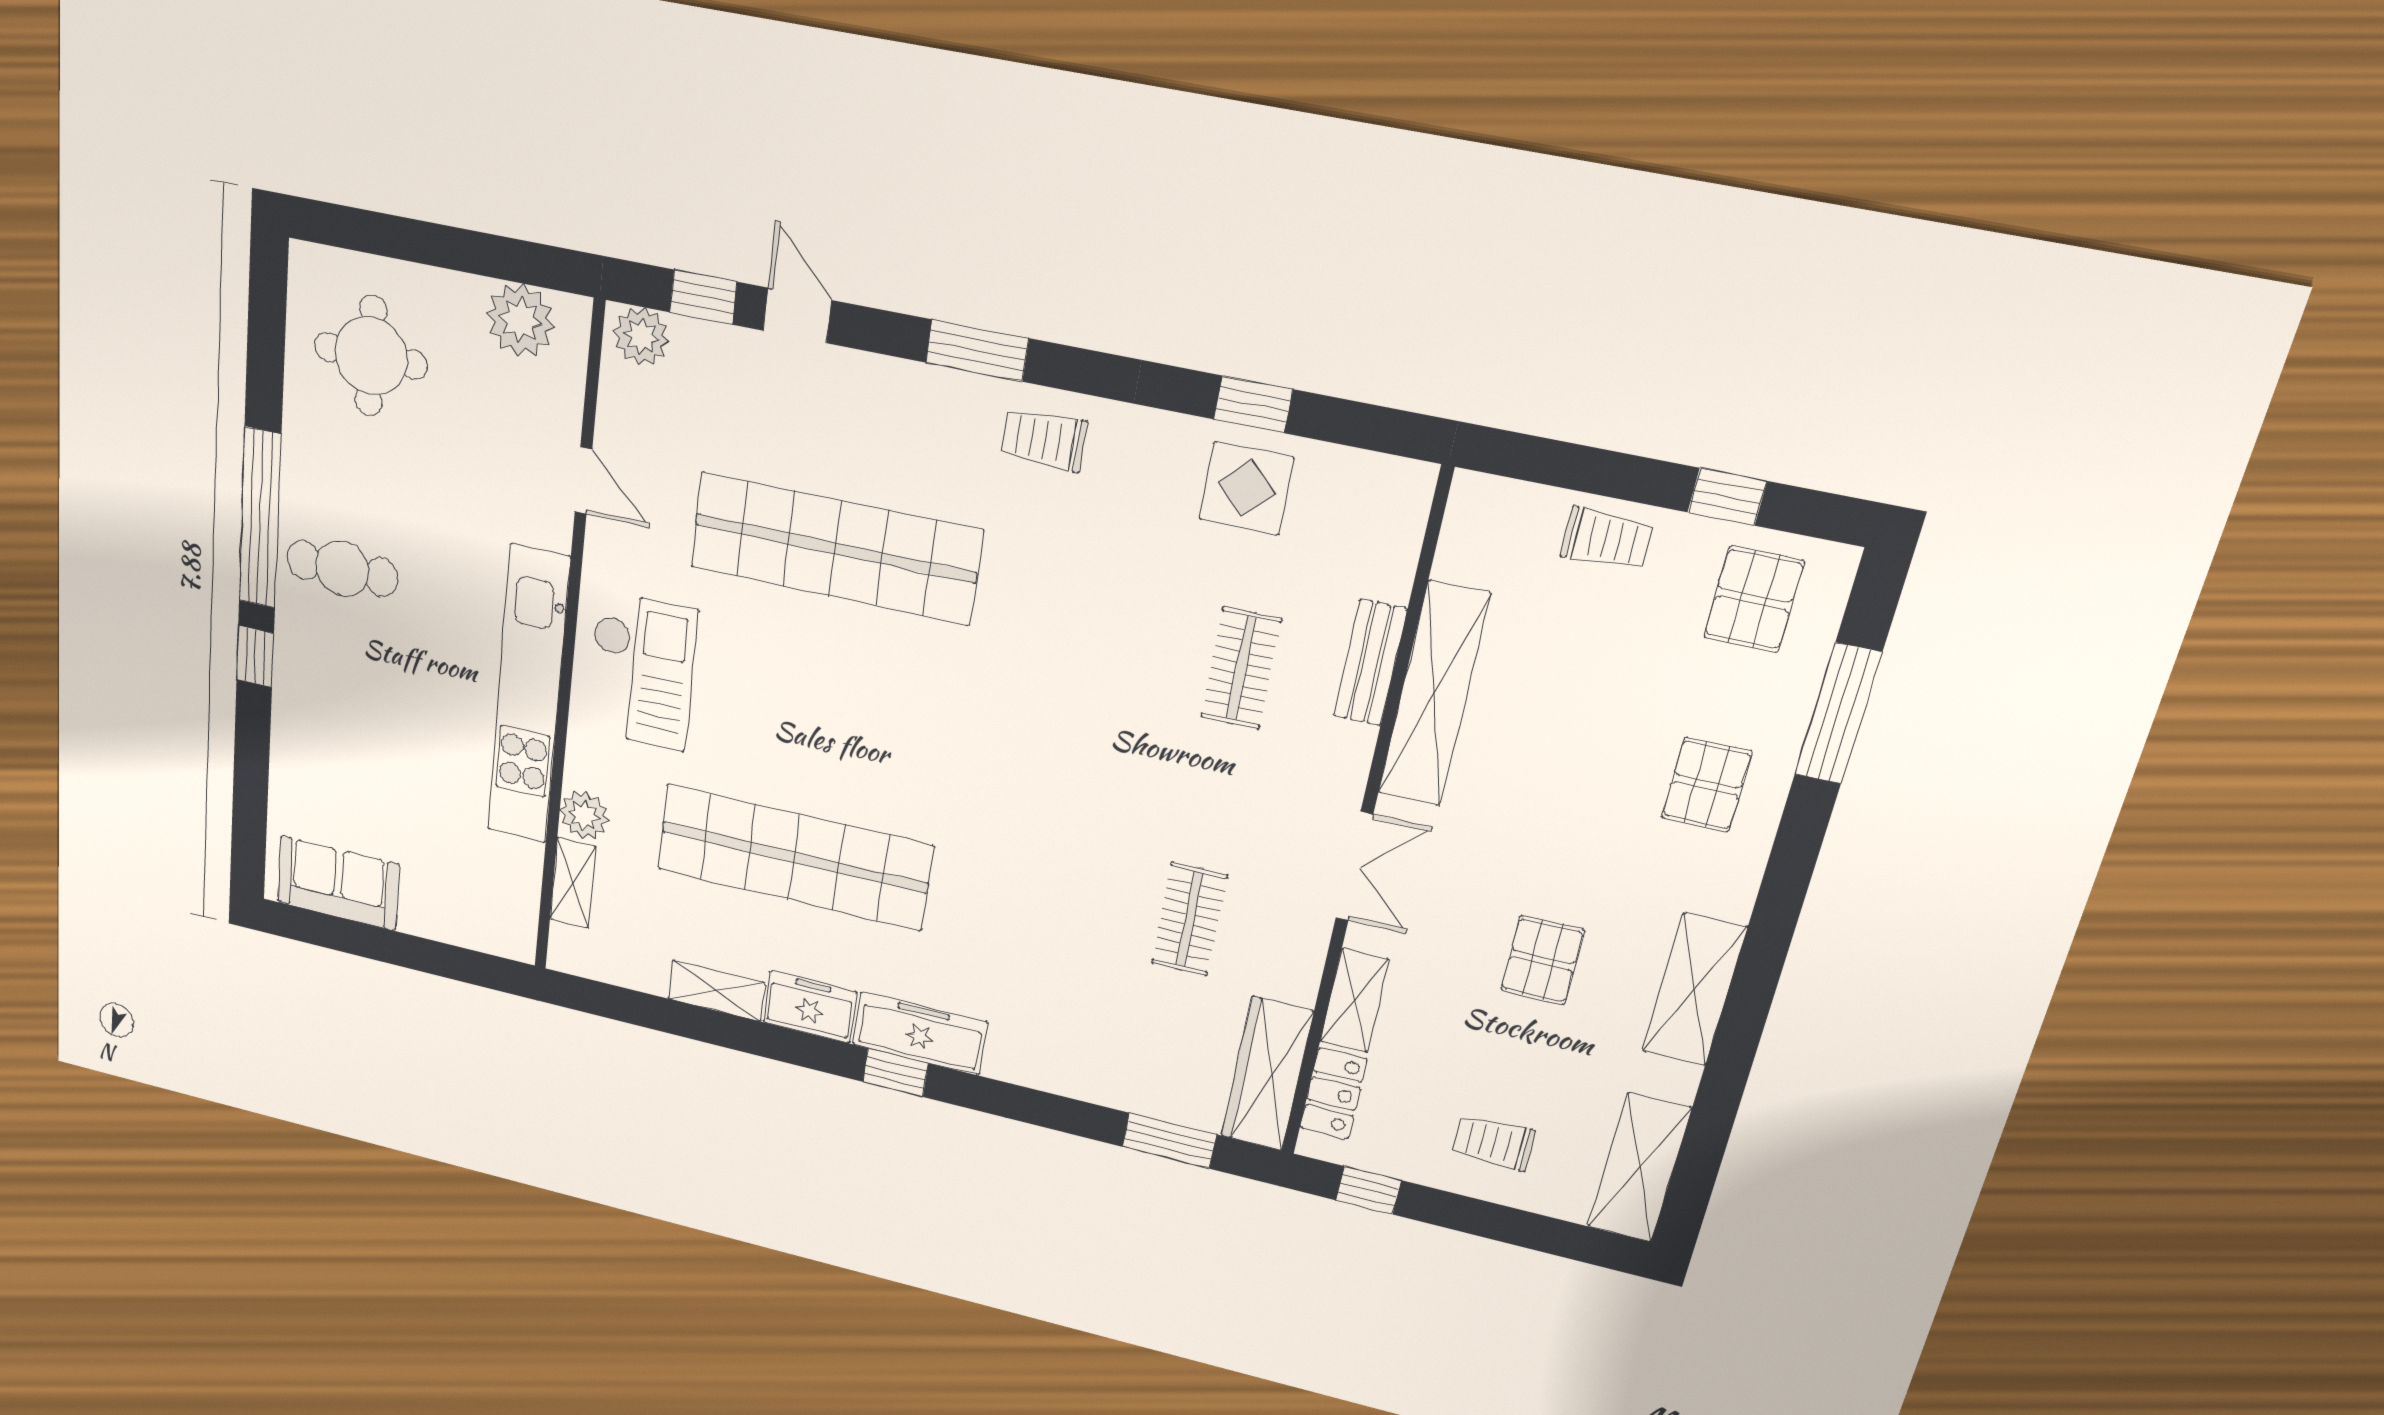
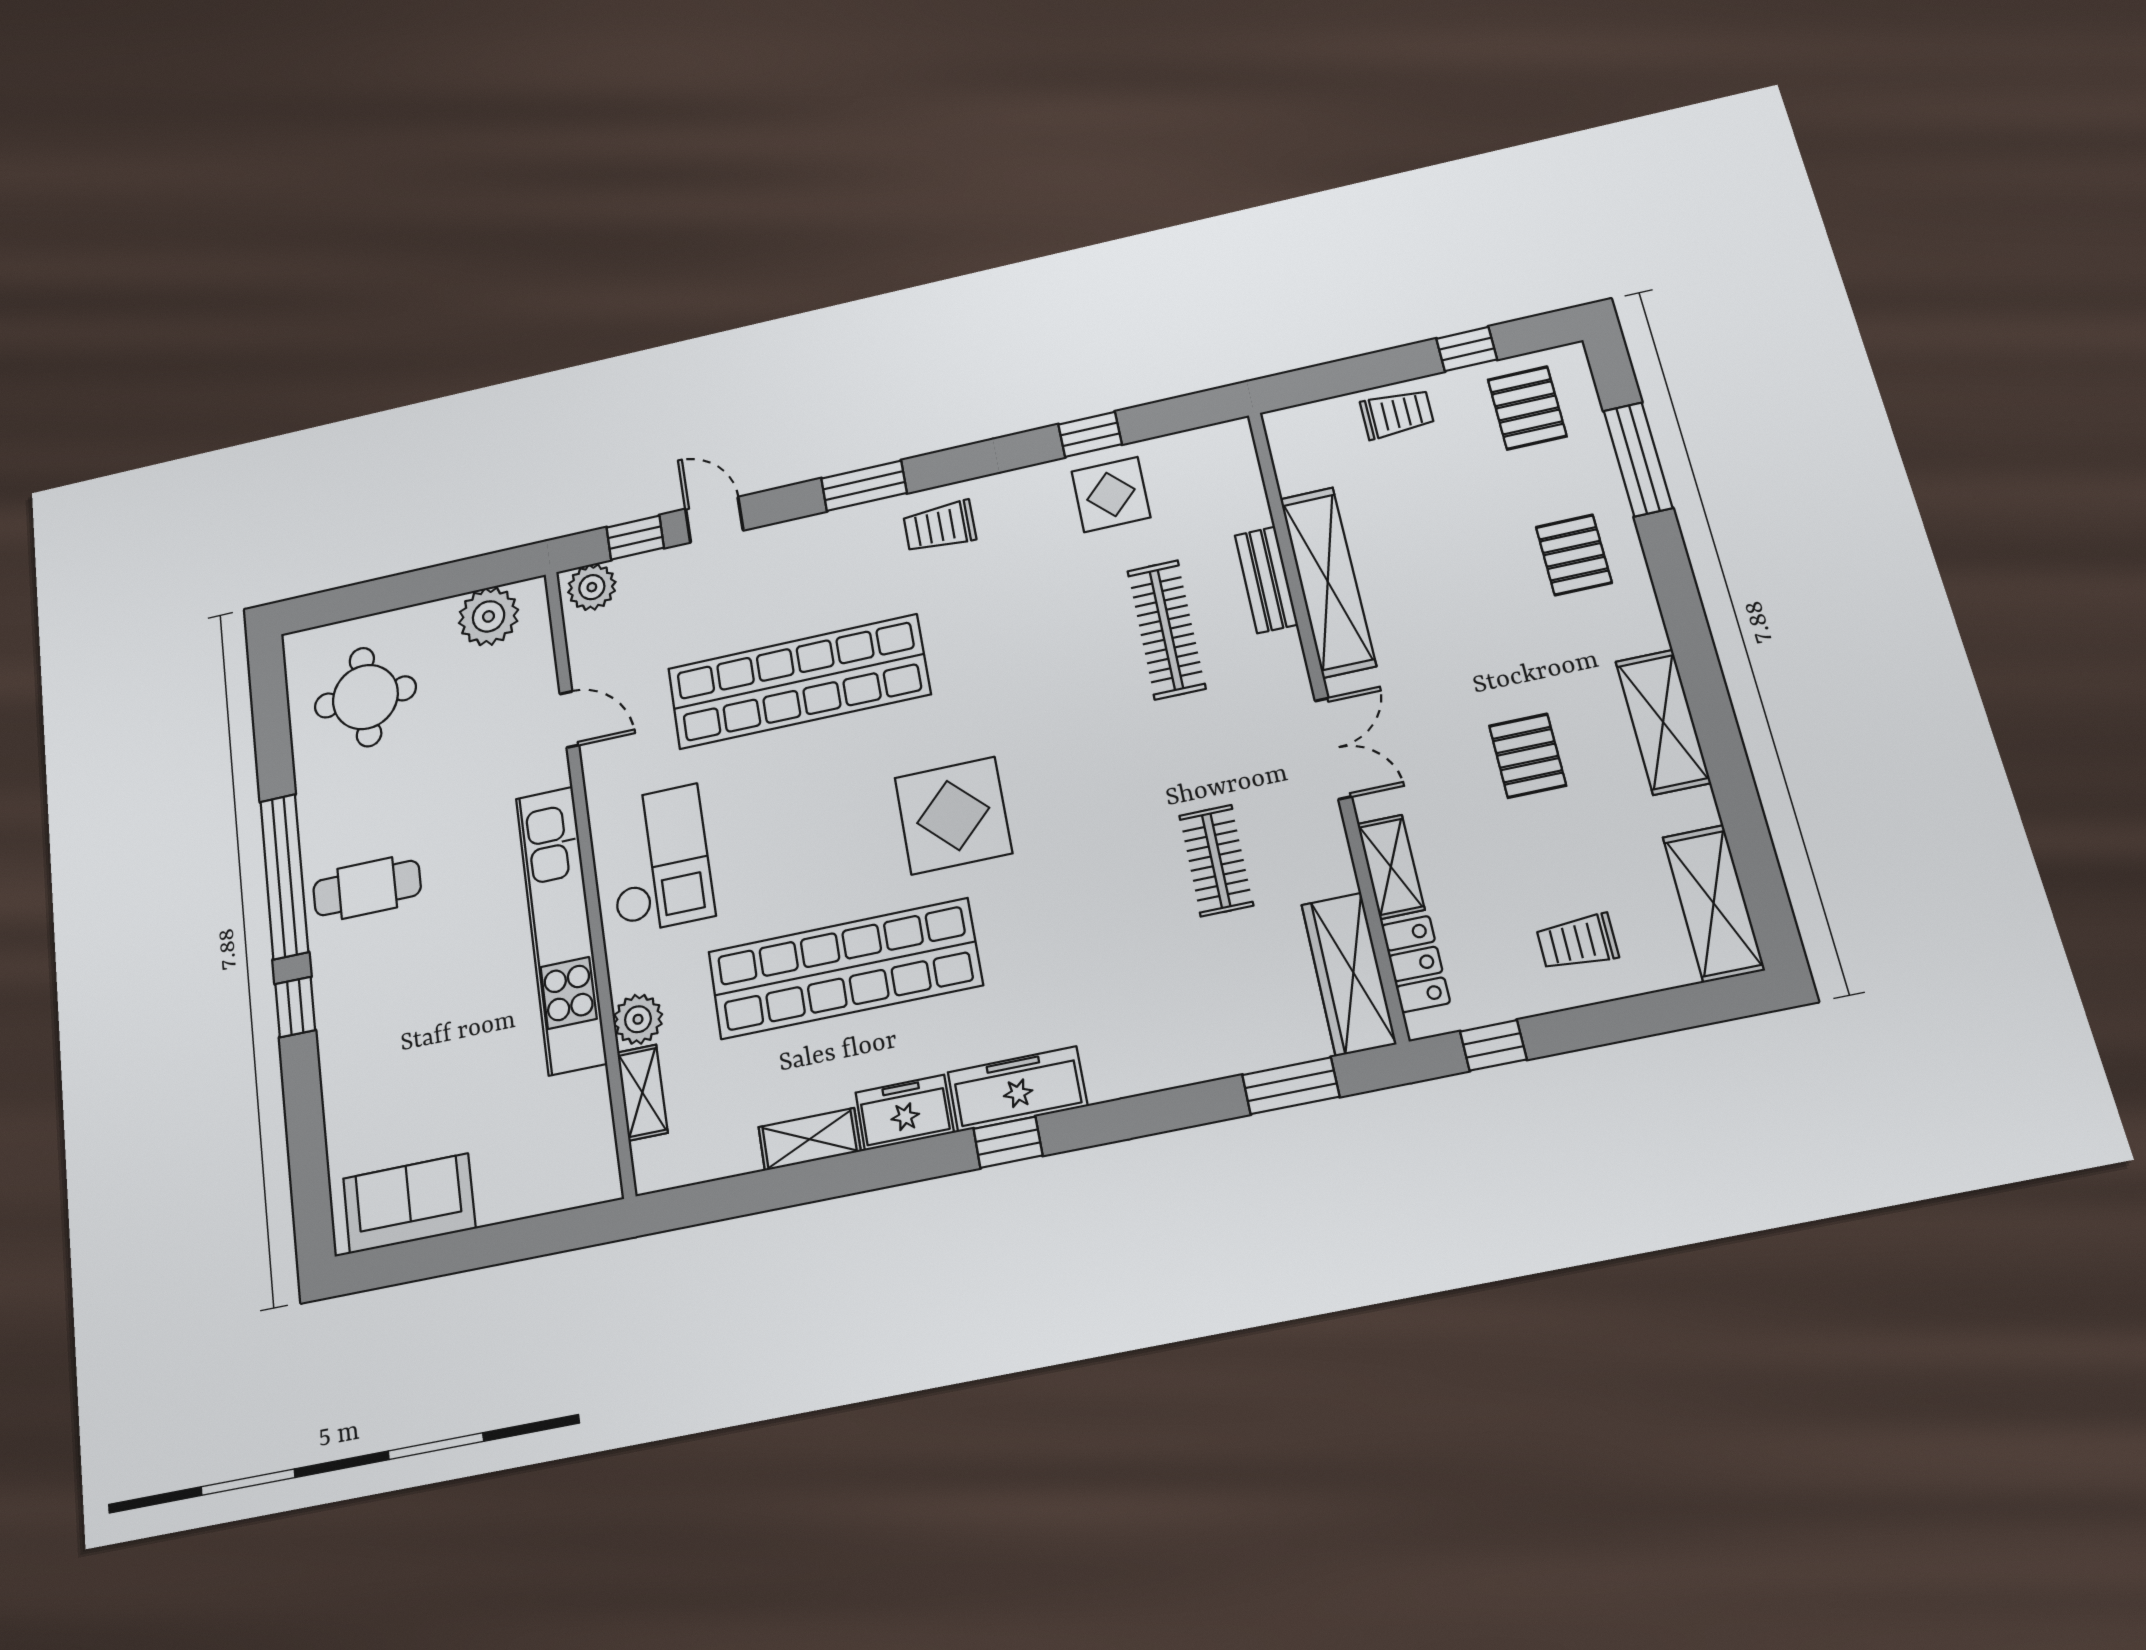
clothes rail: (1241, 668) -> (1166, 629), width x1.36
display table: (948, 760) -> (953, 815), added

